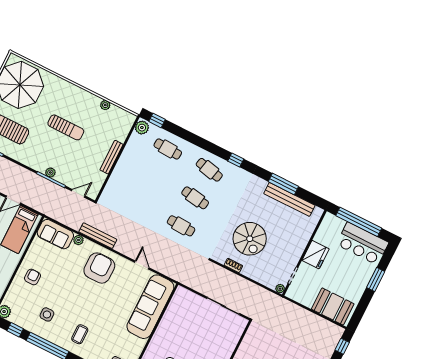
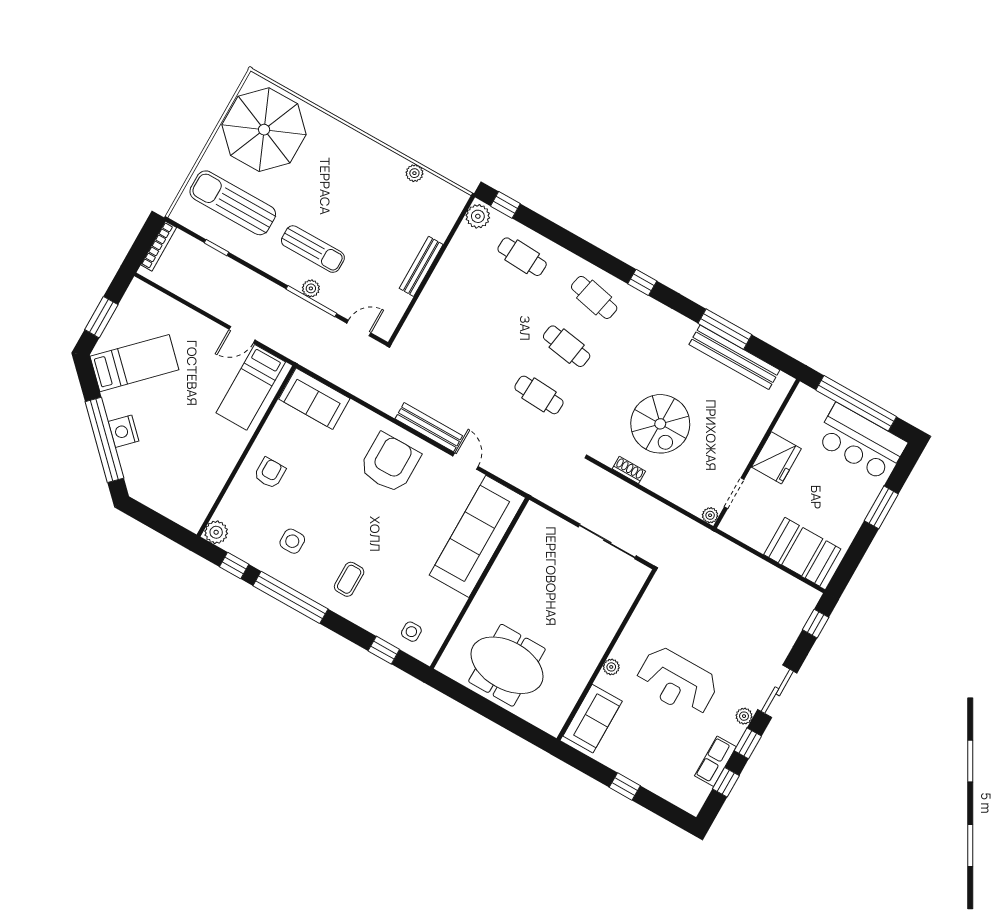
sun lounger: (66, 127) -> (313, 249), moved
bench: (98, 236) -> (429, 427), moved
plant: (78, 240) -> (355, 411), removed

